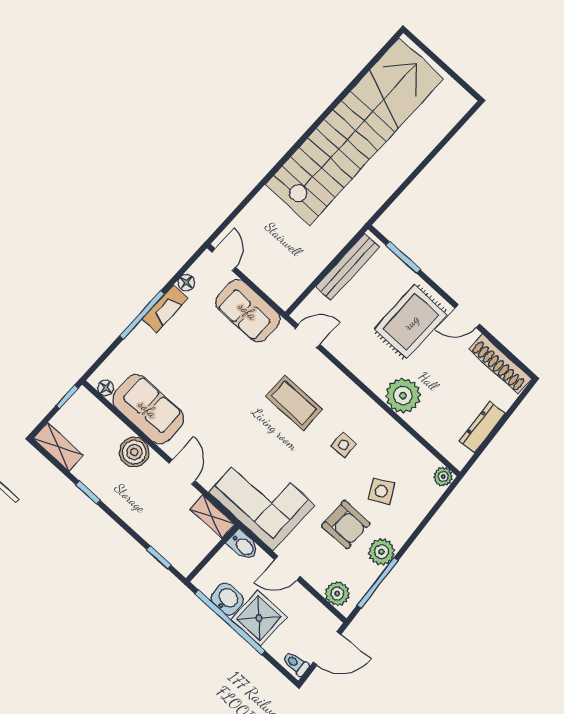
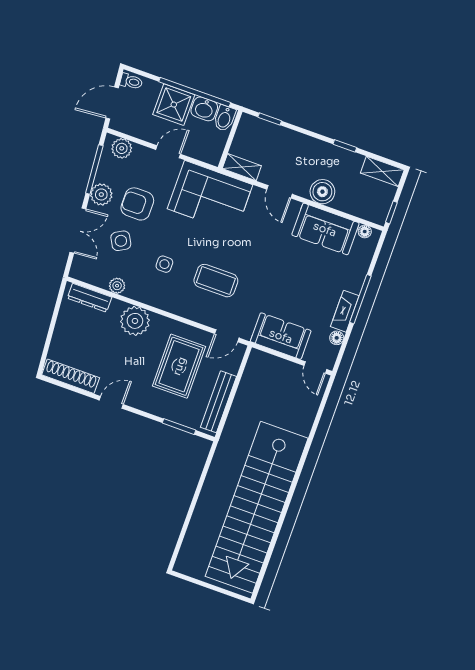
rug: (411, 322) -> (179, 366), moved
dresser: (482, 427) -> (89, 298), moved, turned 95
plant: (443, 477) -> (117, 286), moved
double door: (424, 523) -> (78, 231), added
bidet: (243, 545) -> (224, 118), moved, turned -90

